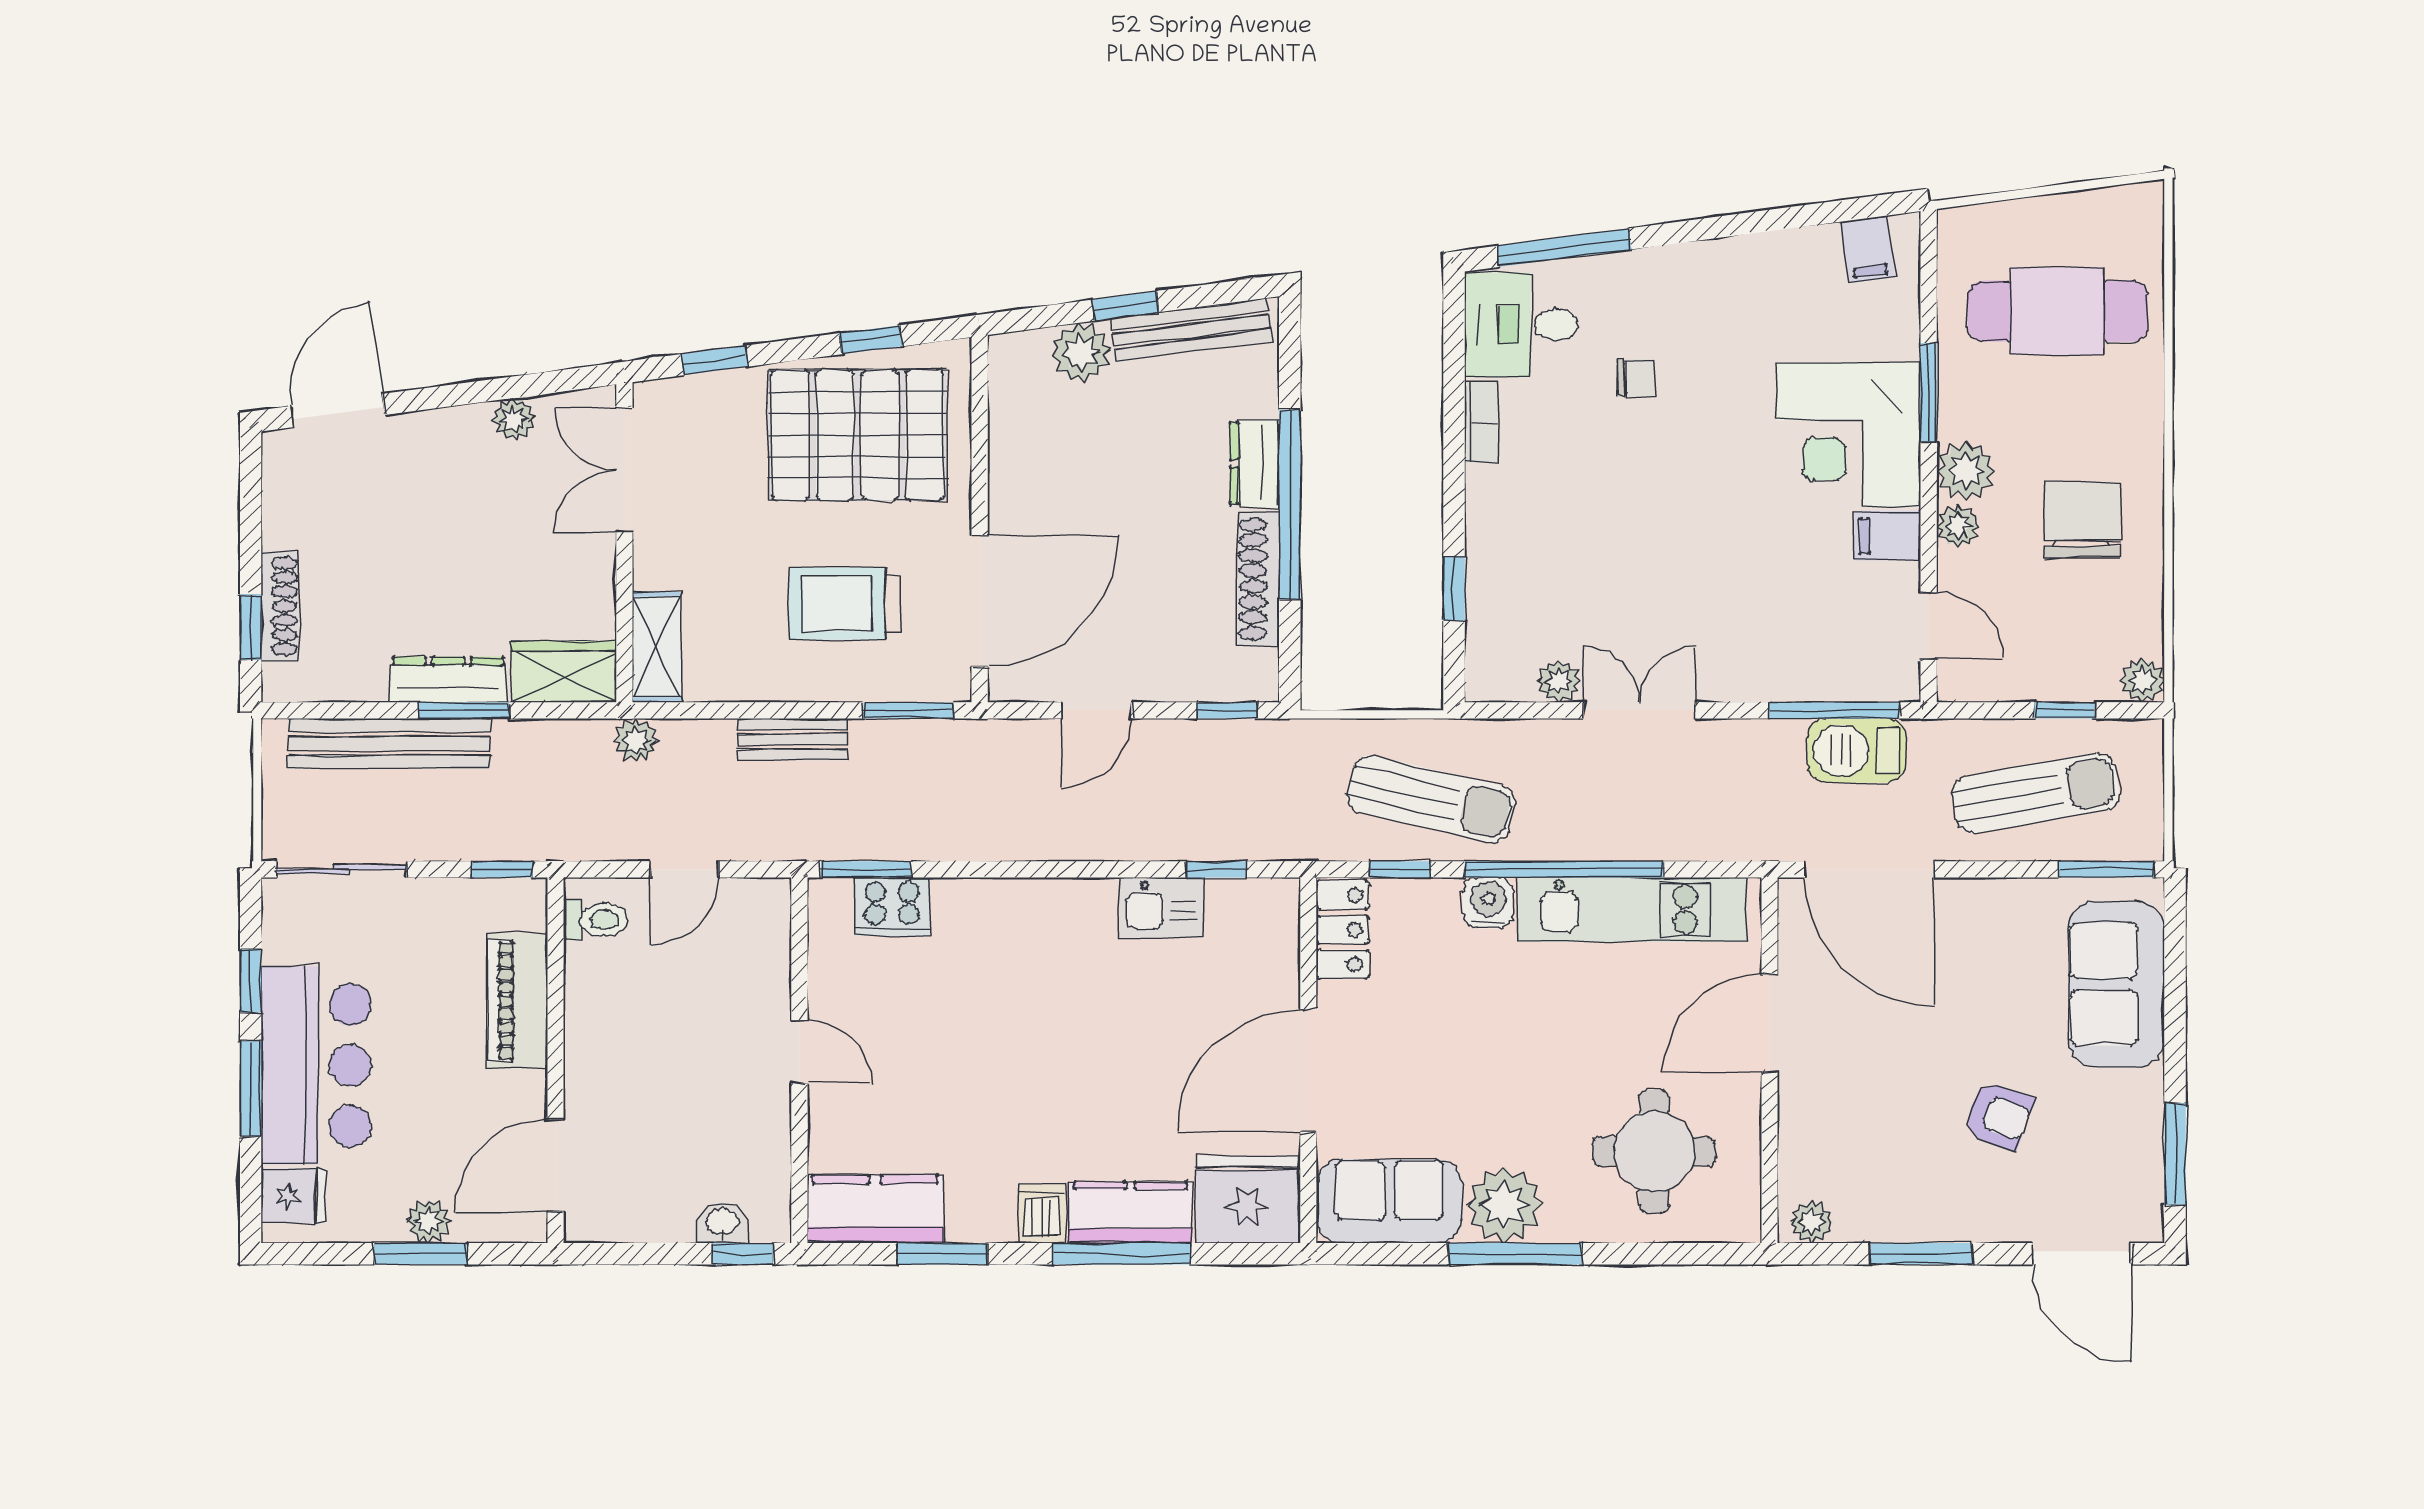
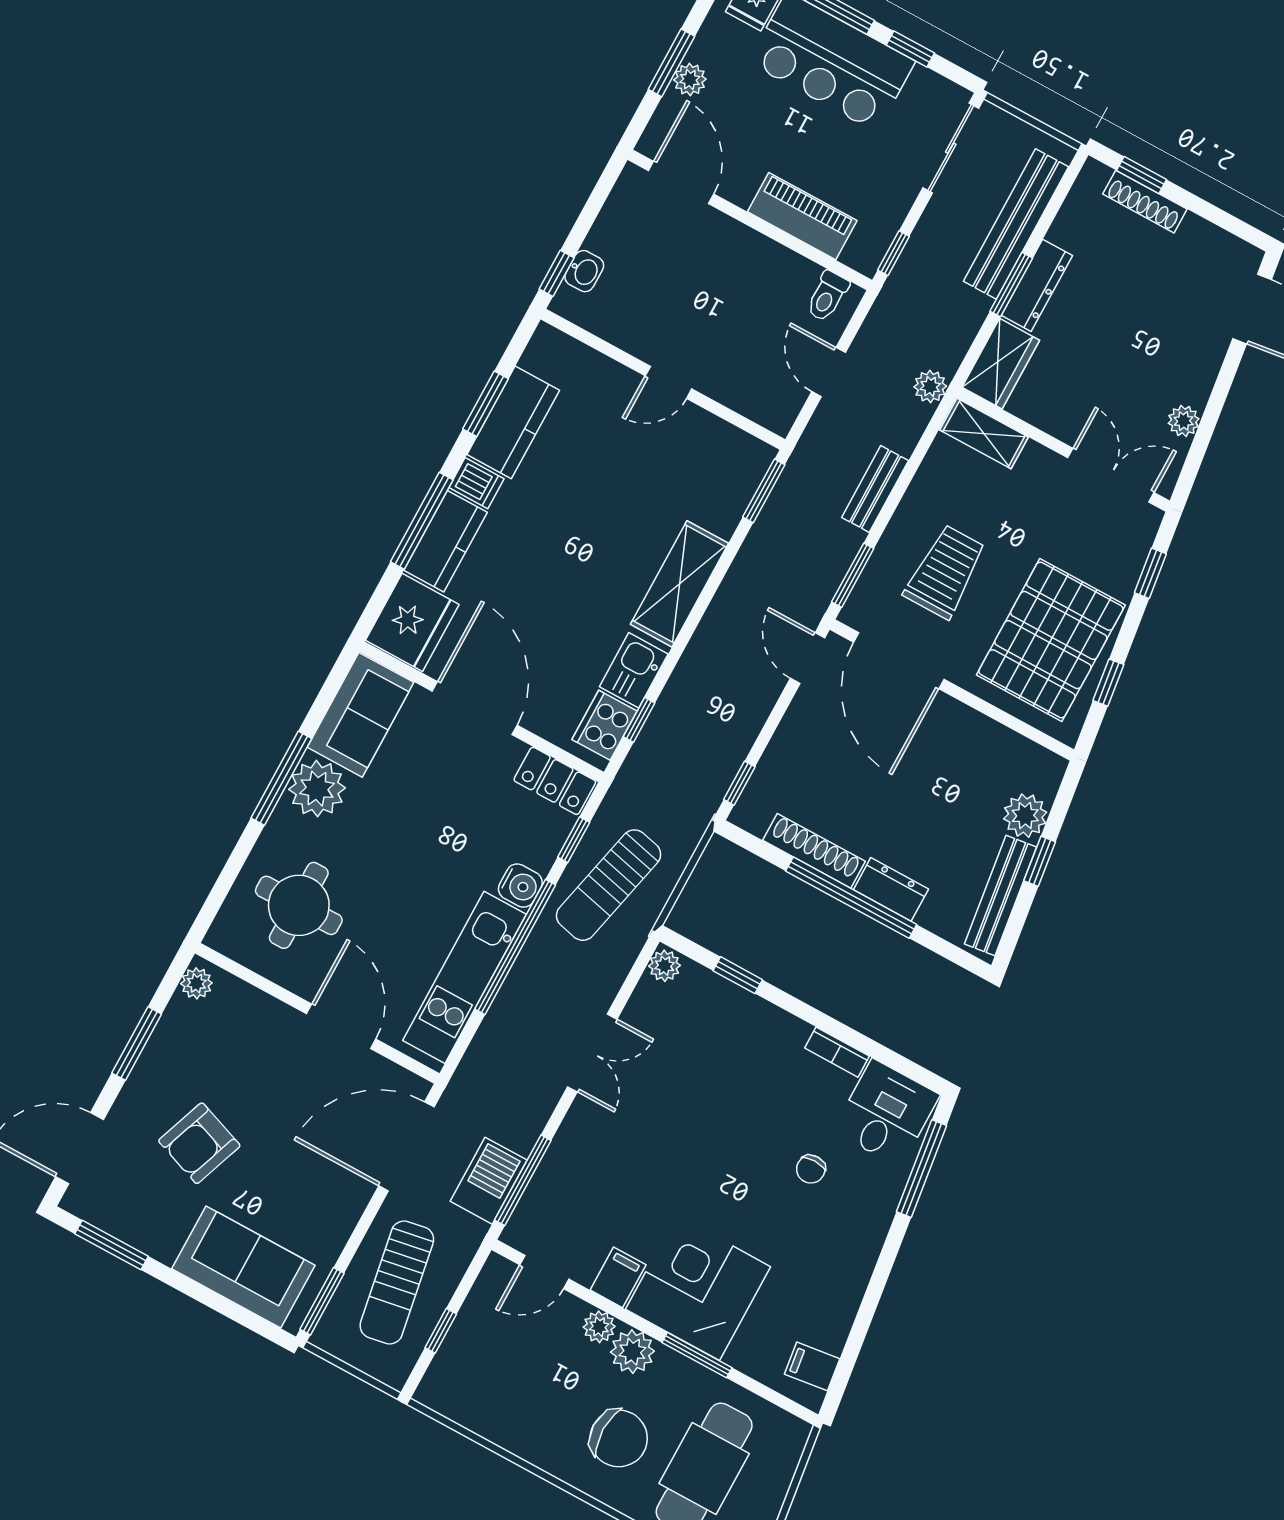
chair: (2082, 520) -> (619, 1438), moved
plant: (2142, 680) -> (433, 1392), removed
plant: (1559, 681) -> (664, 966), moved
door: (1096, 710) -> (808, 658), moved
cooker: (892, 907) -> (604, 725), moved
shelving: (1030, 909) -> (679, 584), added
armchair: (1999, 1116) -> (199, 1143), width x1.38, depth x1.38
kitchen counter: (875, 1209) -> (513, 422), moved

